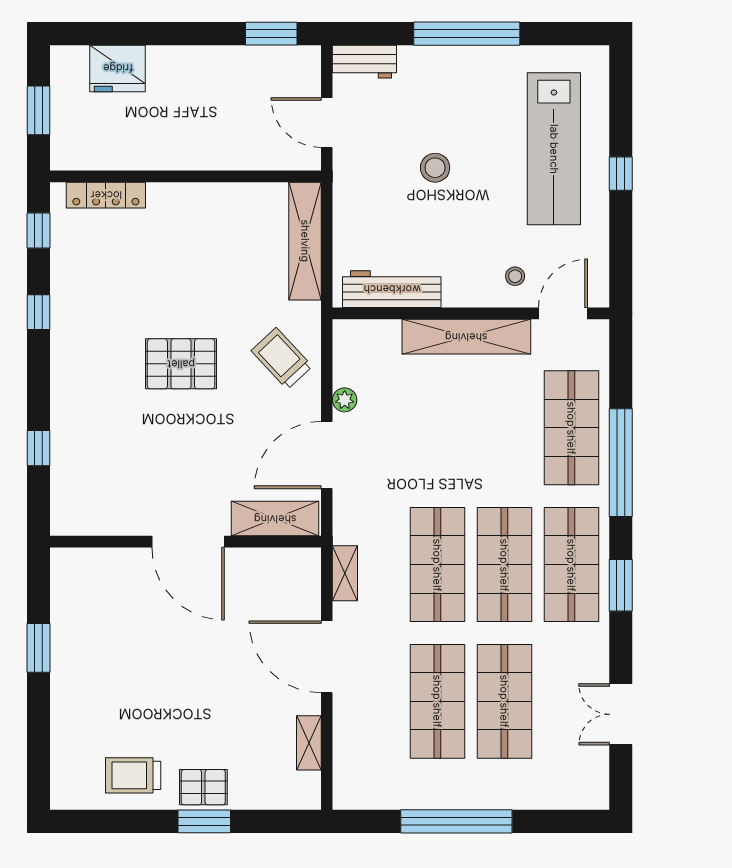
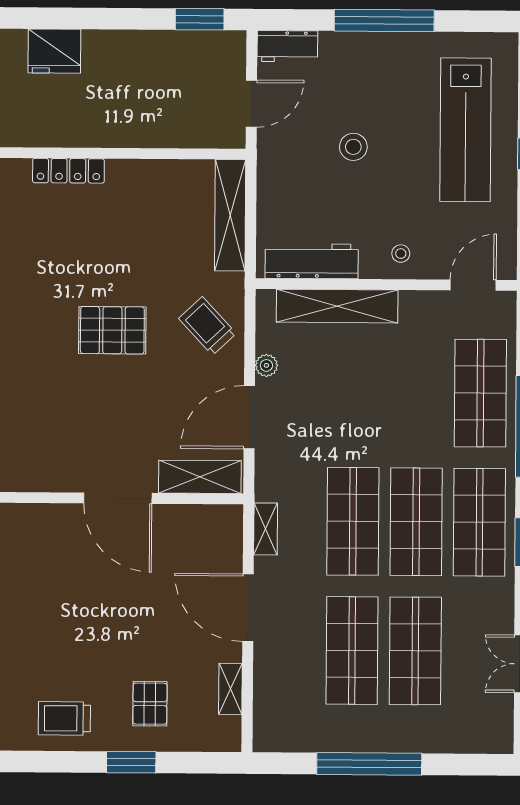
door: (327, 123) -> (251, 104), swing flipped
locker: (106, 195) -> (68, 171), moved
stool: (515, 276) -> (401, 254), moved
shelving: (466, 337) -> (337, 306), moved
pallet: (203, 787) -> (150, 704), moved, turned 90

